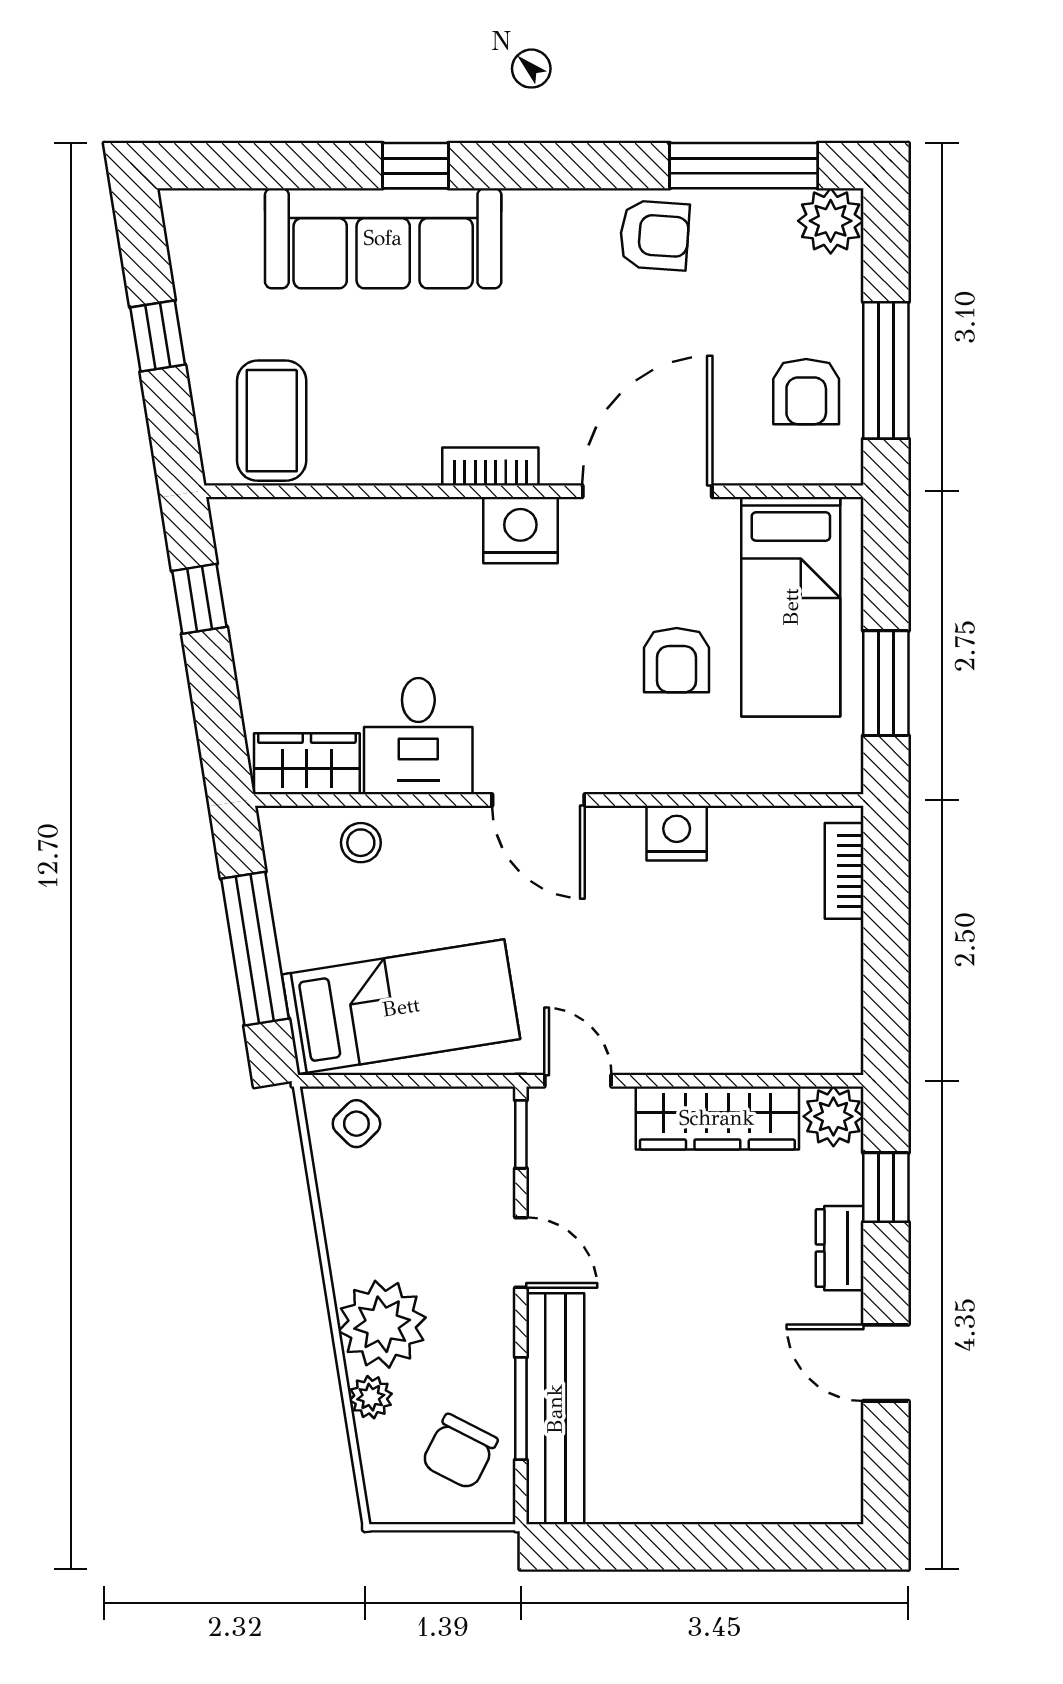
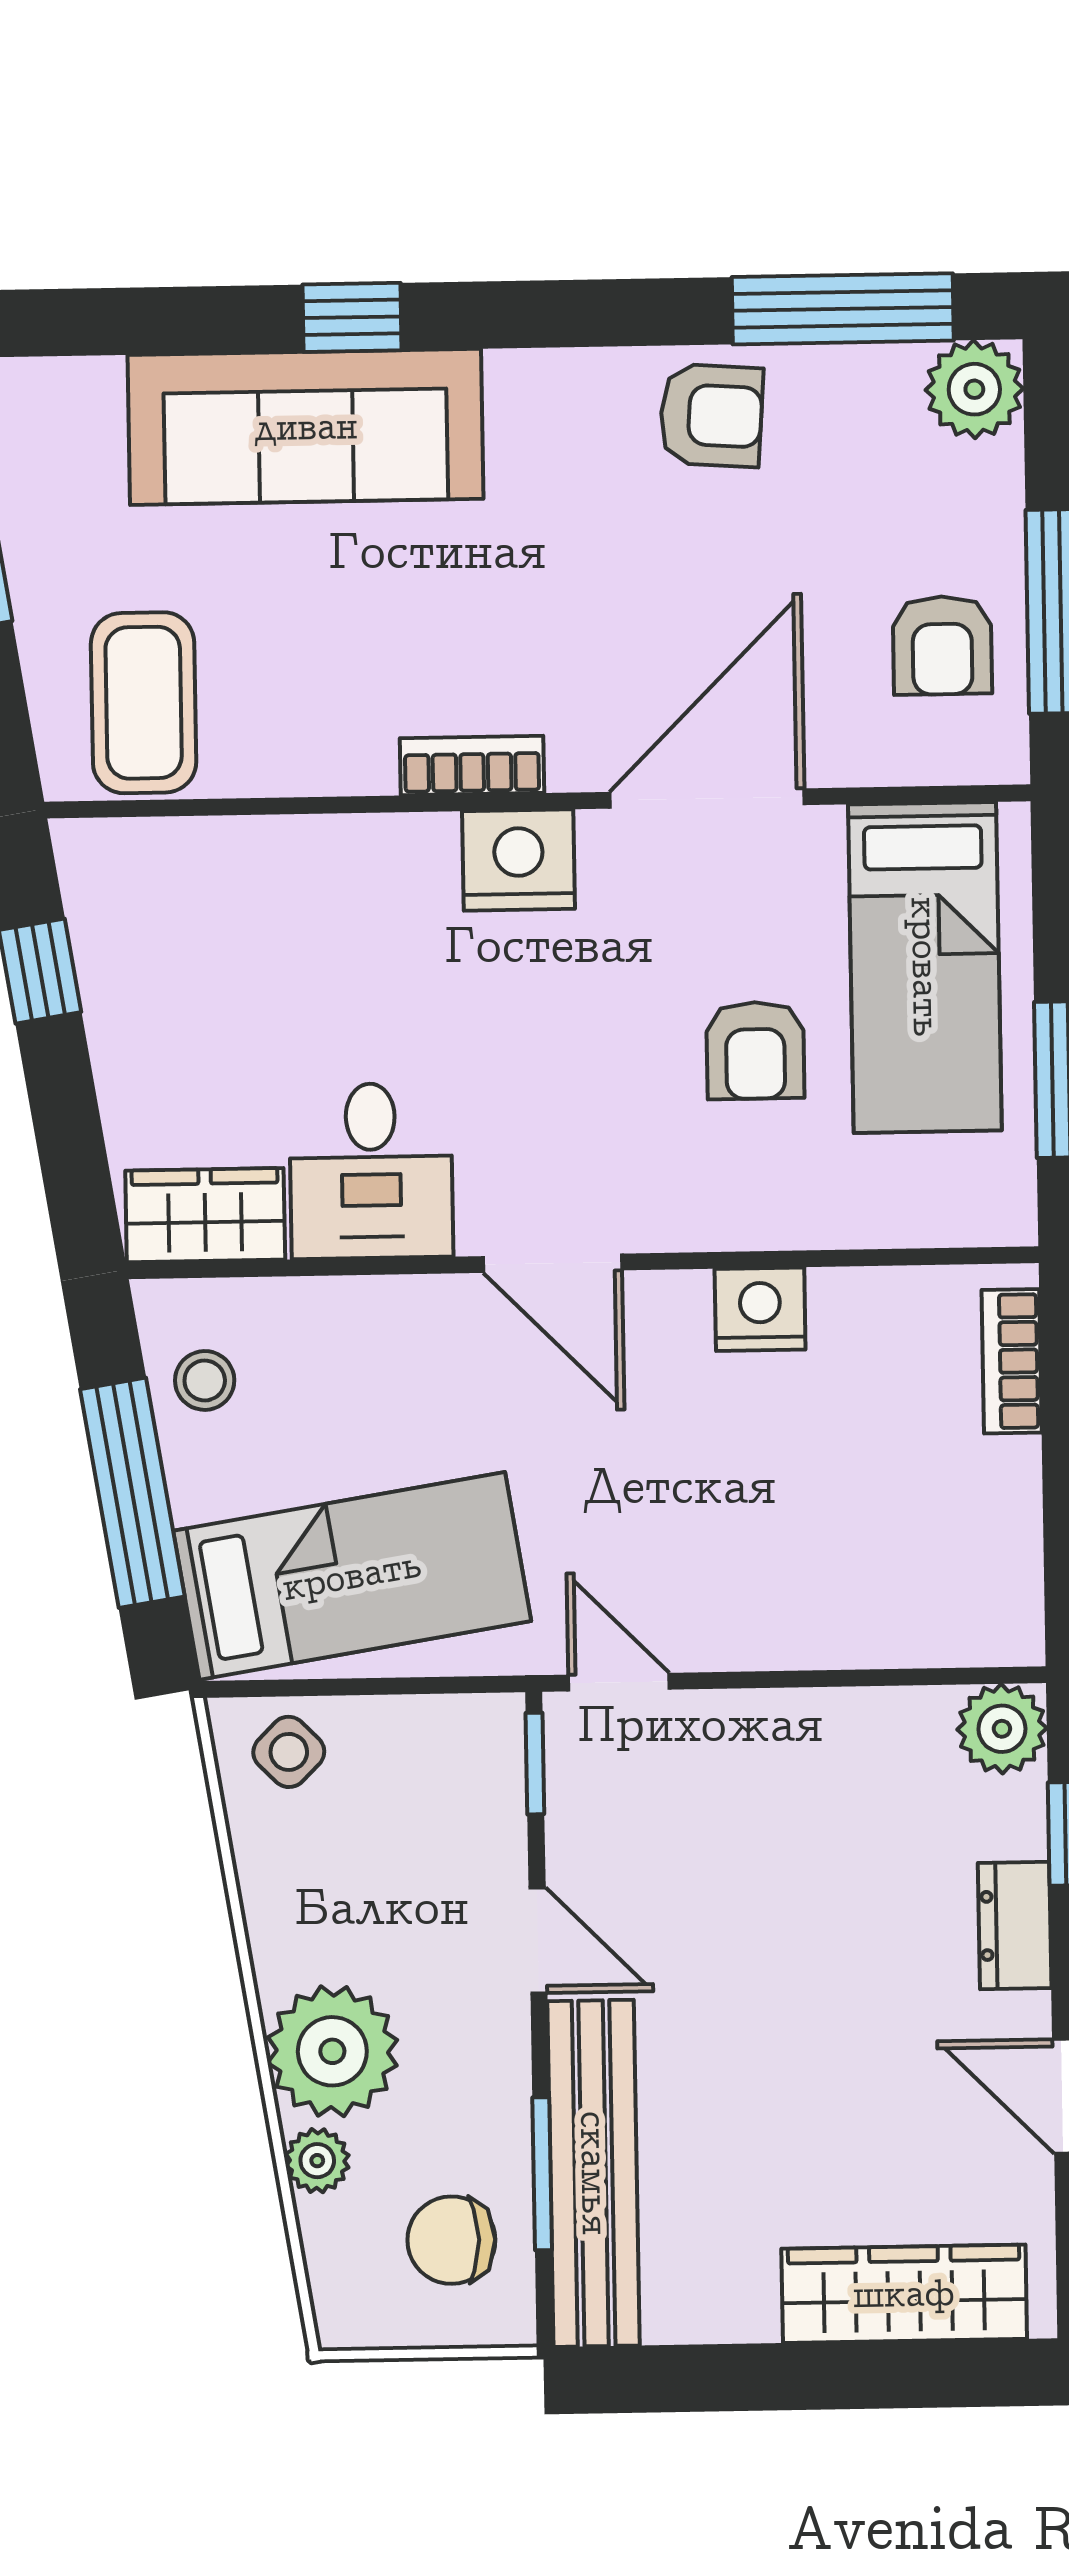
stool: (361, 843) -> (205, 1380), moved
wardrobe: (717, 1118) -> (904, 2294), moved, turned 180
chair: (459, 1452) -> (451, 2240), turned 63

